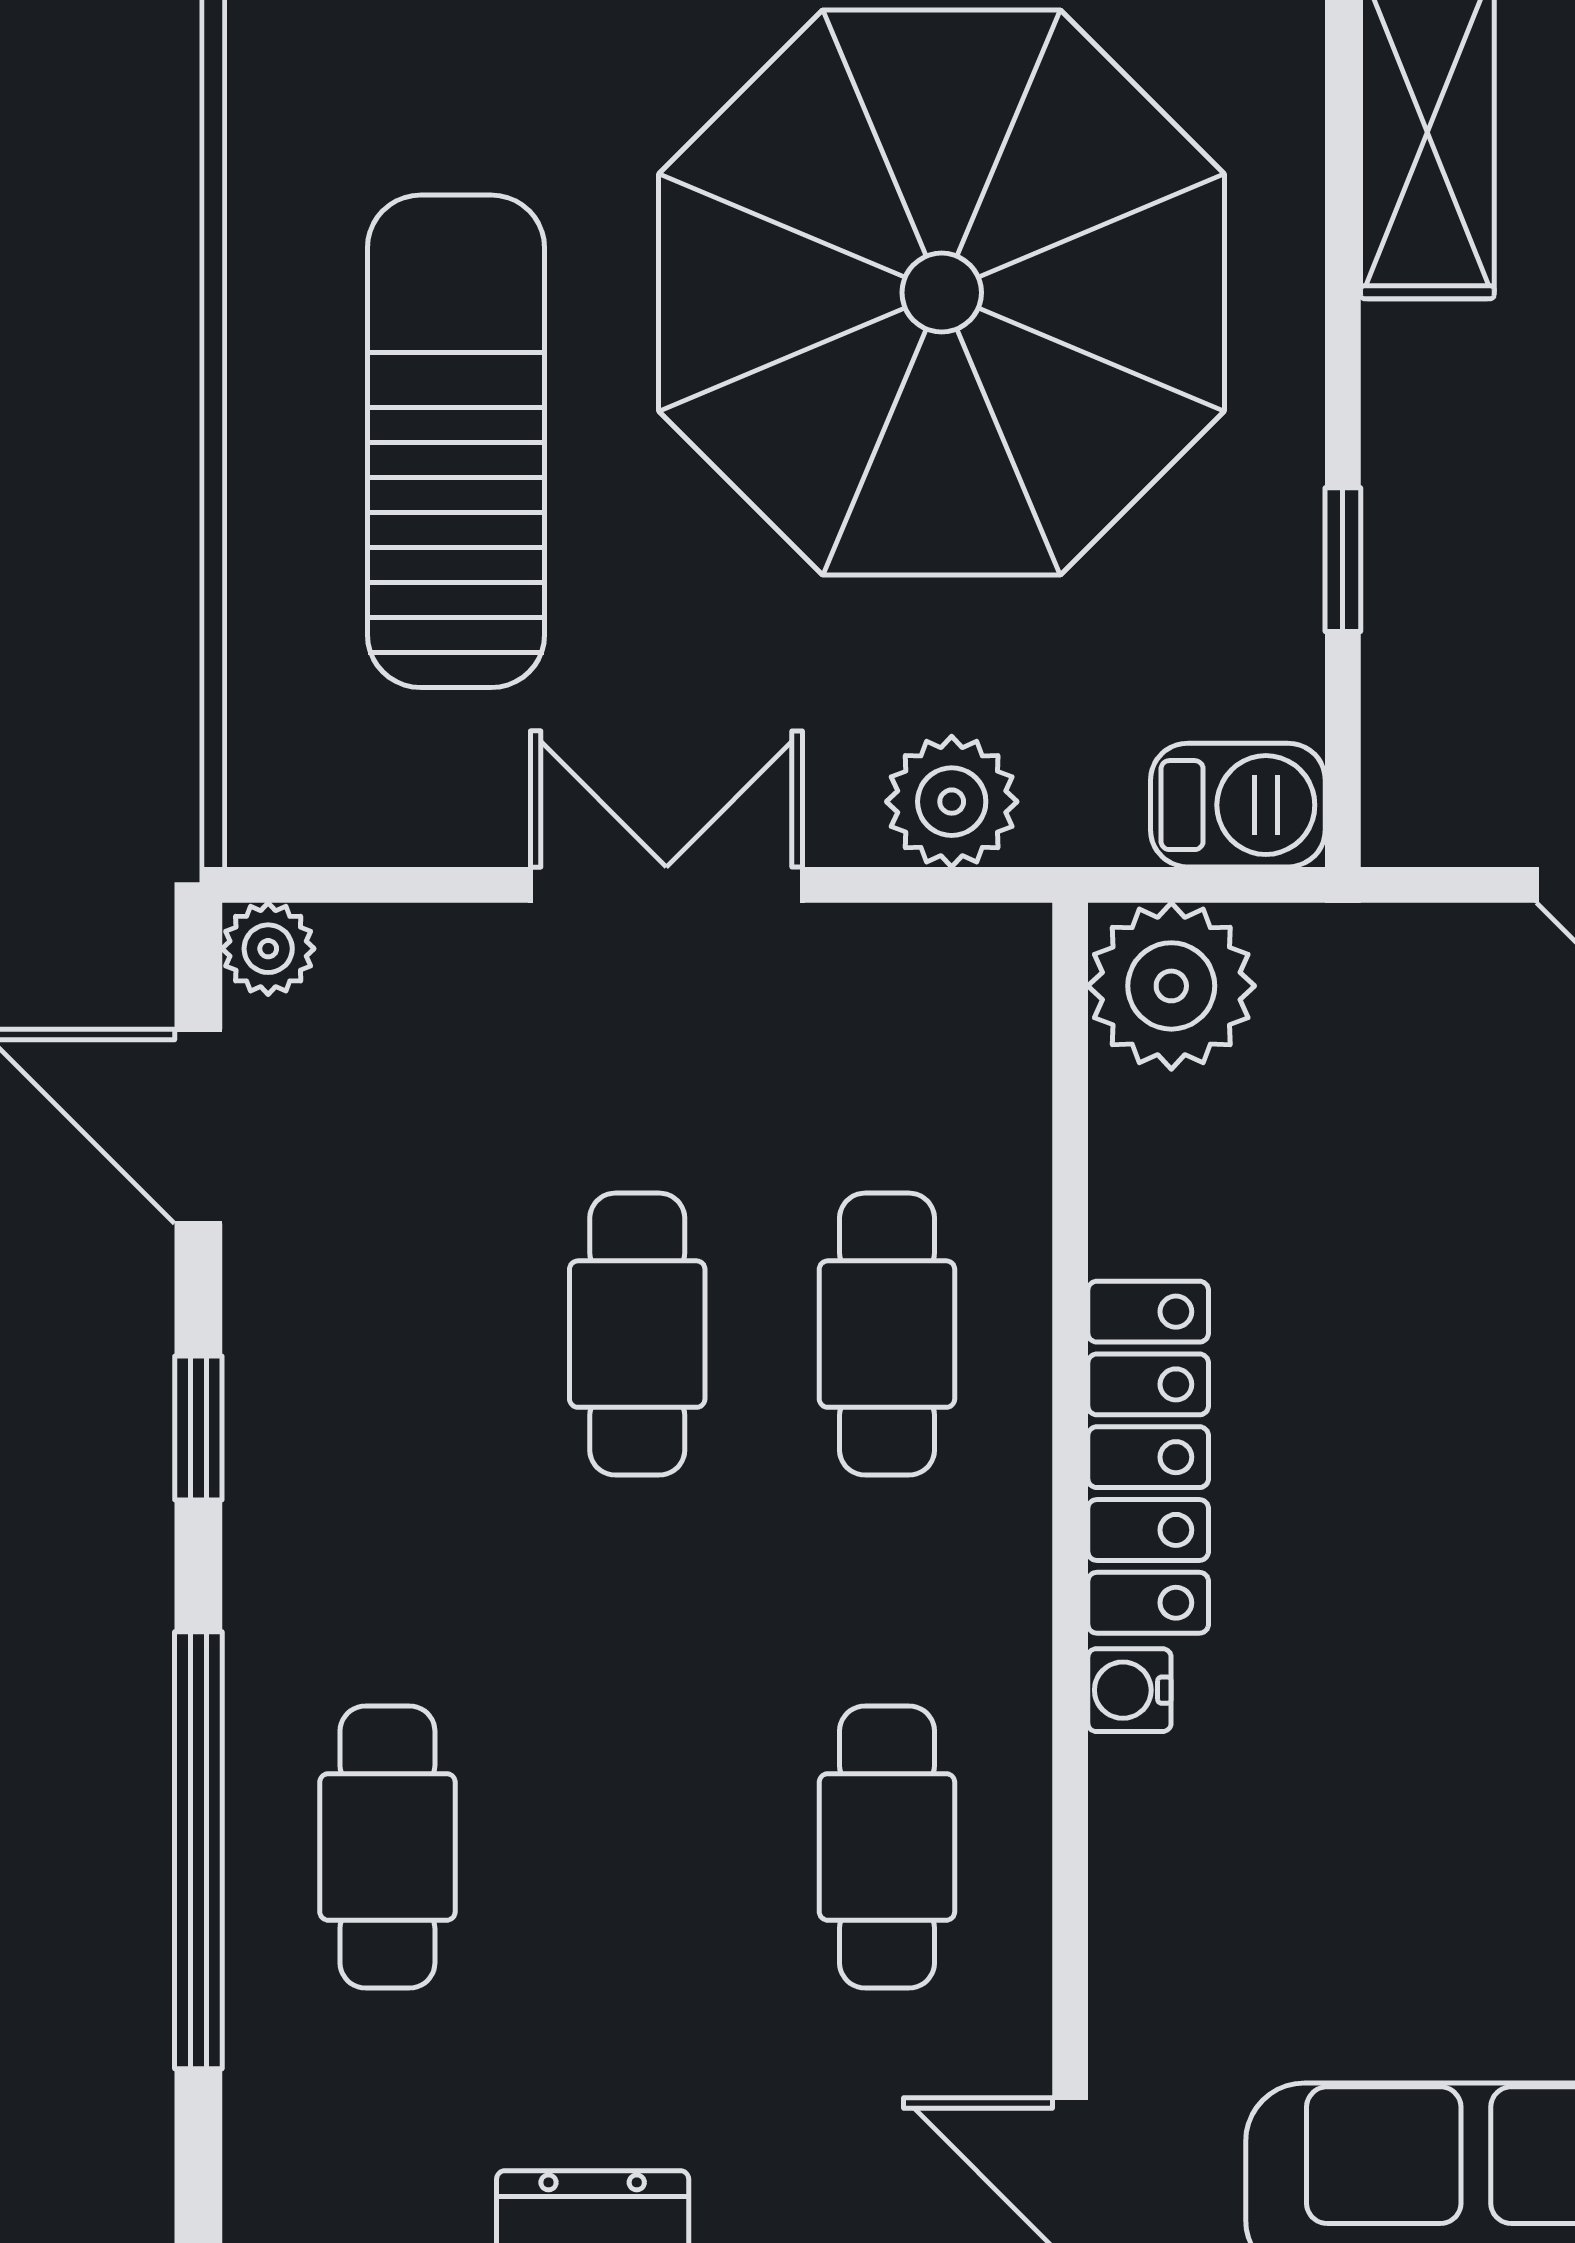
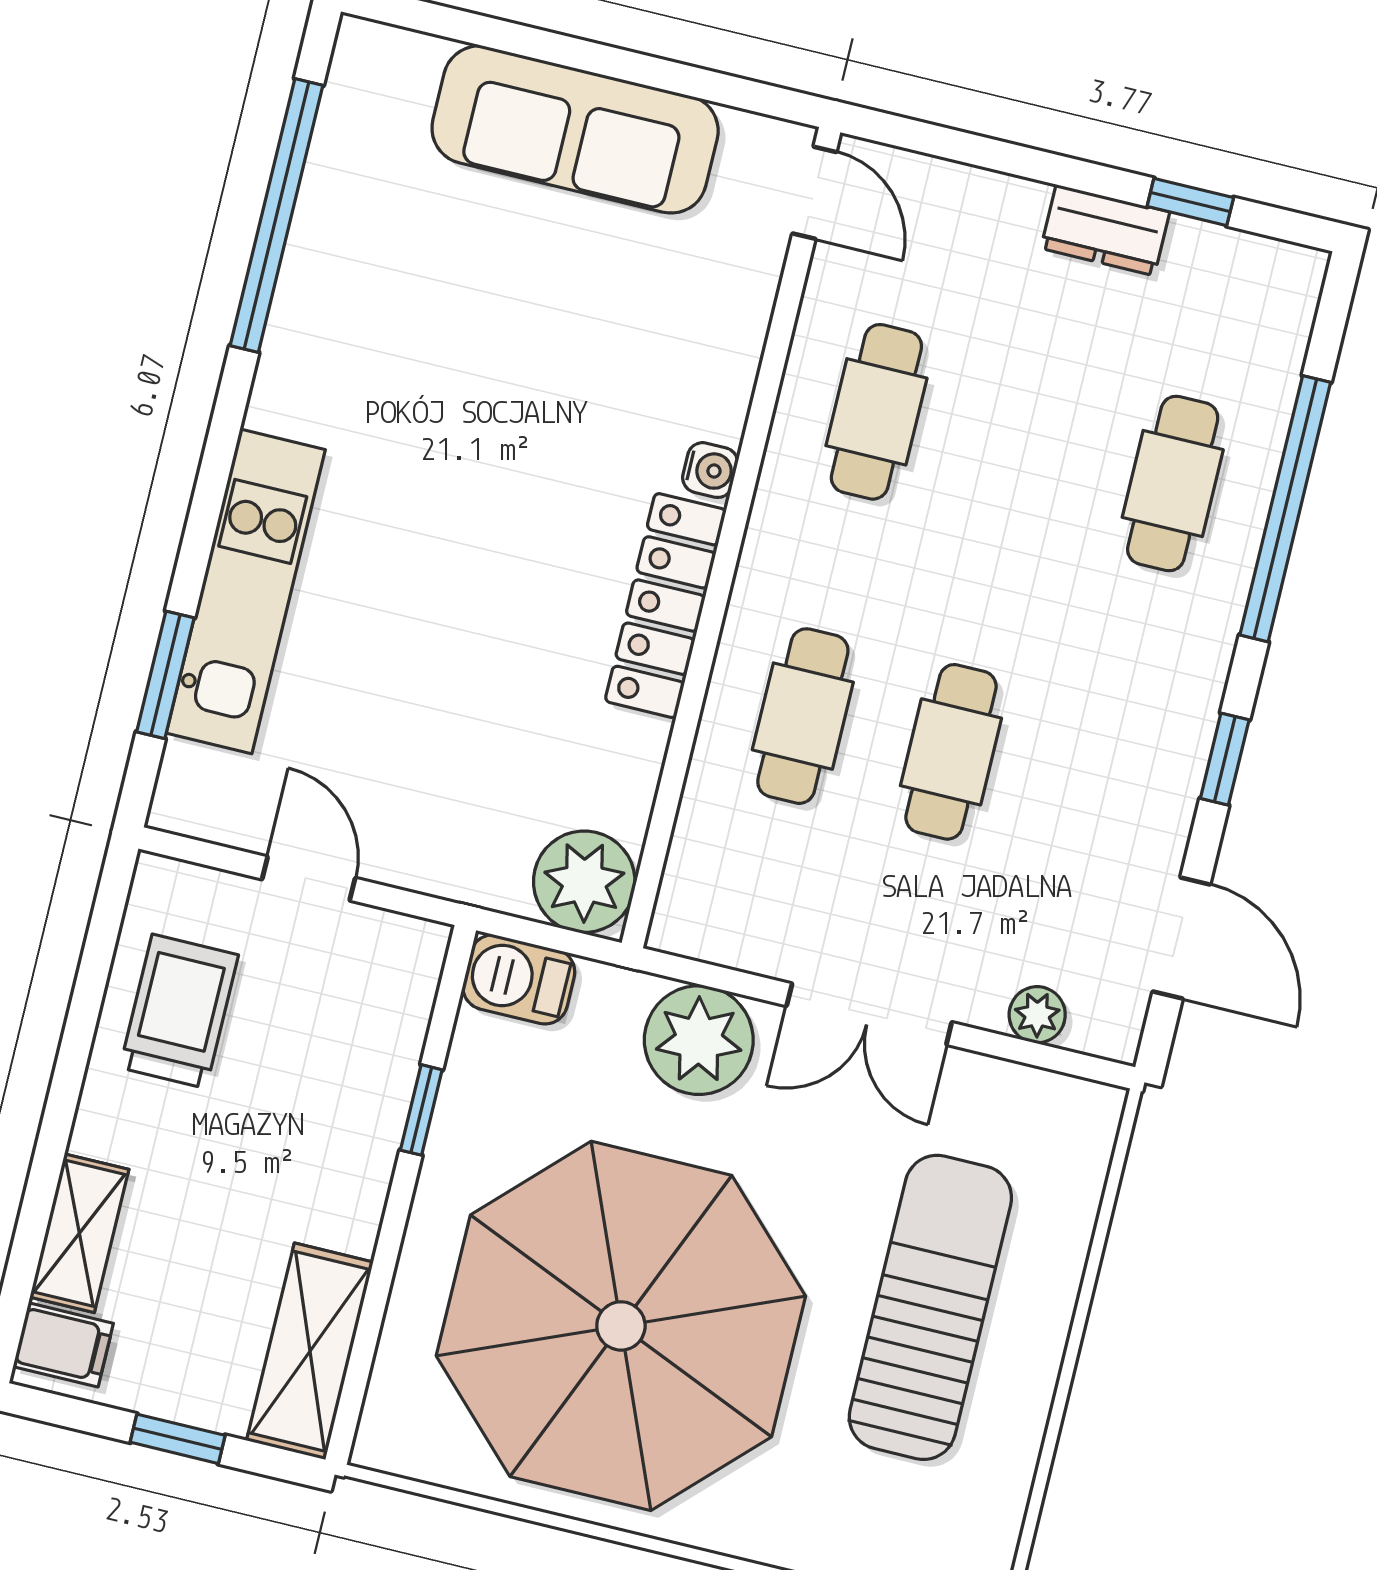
sun lounger: (456, 441) -> (930, 1307), turned 180
plant: (952, 802) -> (699, 1040), width x1.36, depth x1.36
plant: (268, 949) -> (1037, 1015), moved

